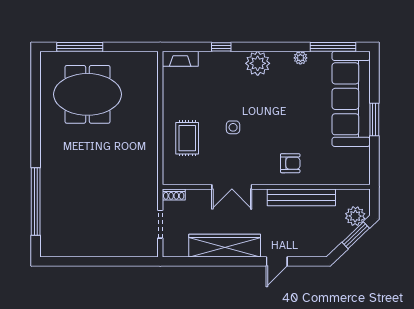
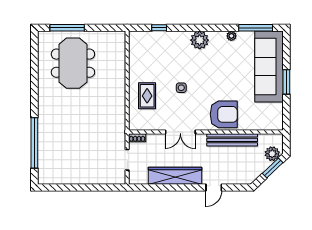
window: (221, 47) -> (159, 28), moved
fireplace: (180, 59) -> (142, 37), removed
meeting table: (88, 94) -> (73, 63), turned 90
armchair: (290, 163) -> (224, 114), width x1.88, depth x1.88

